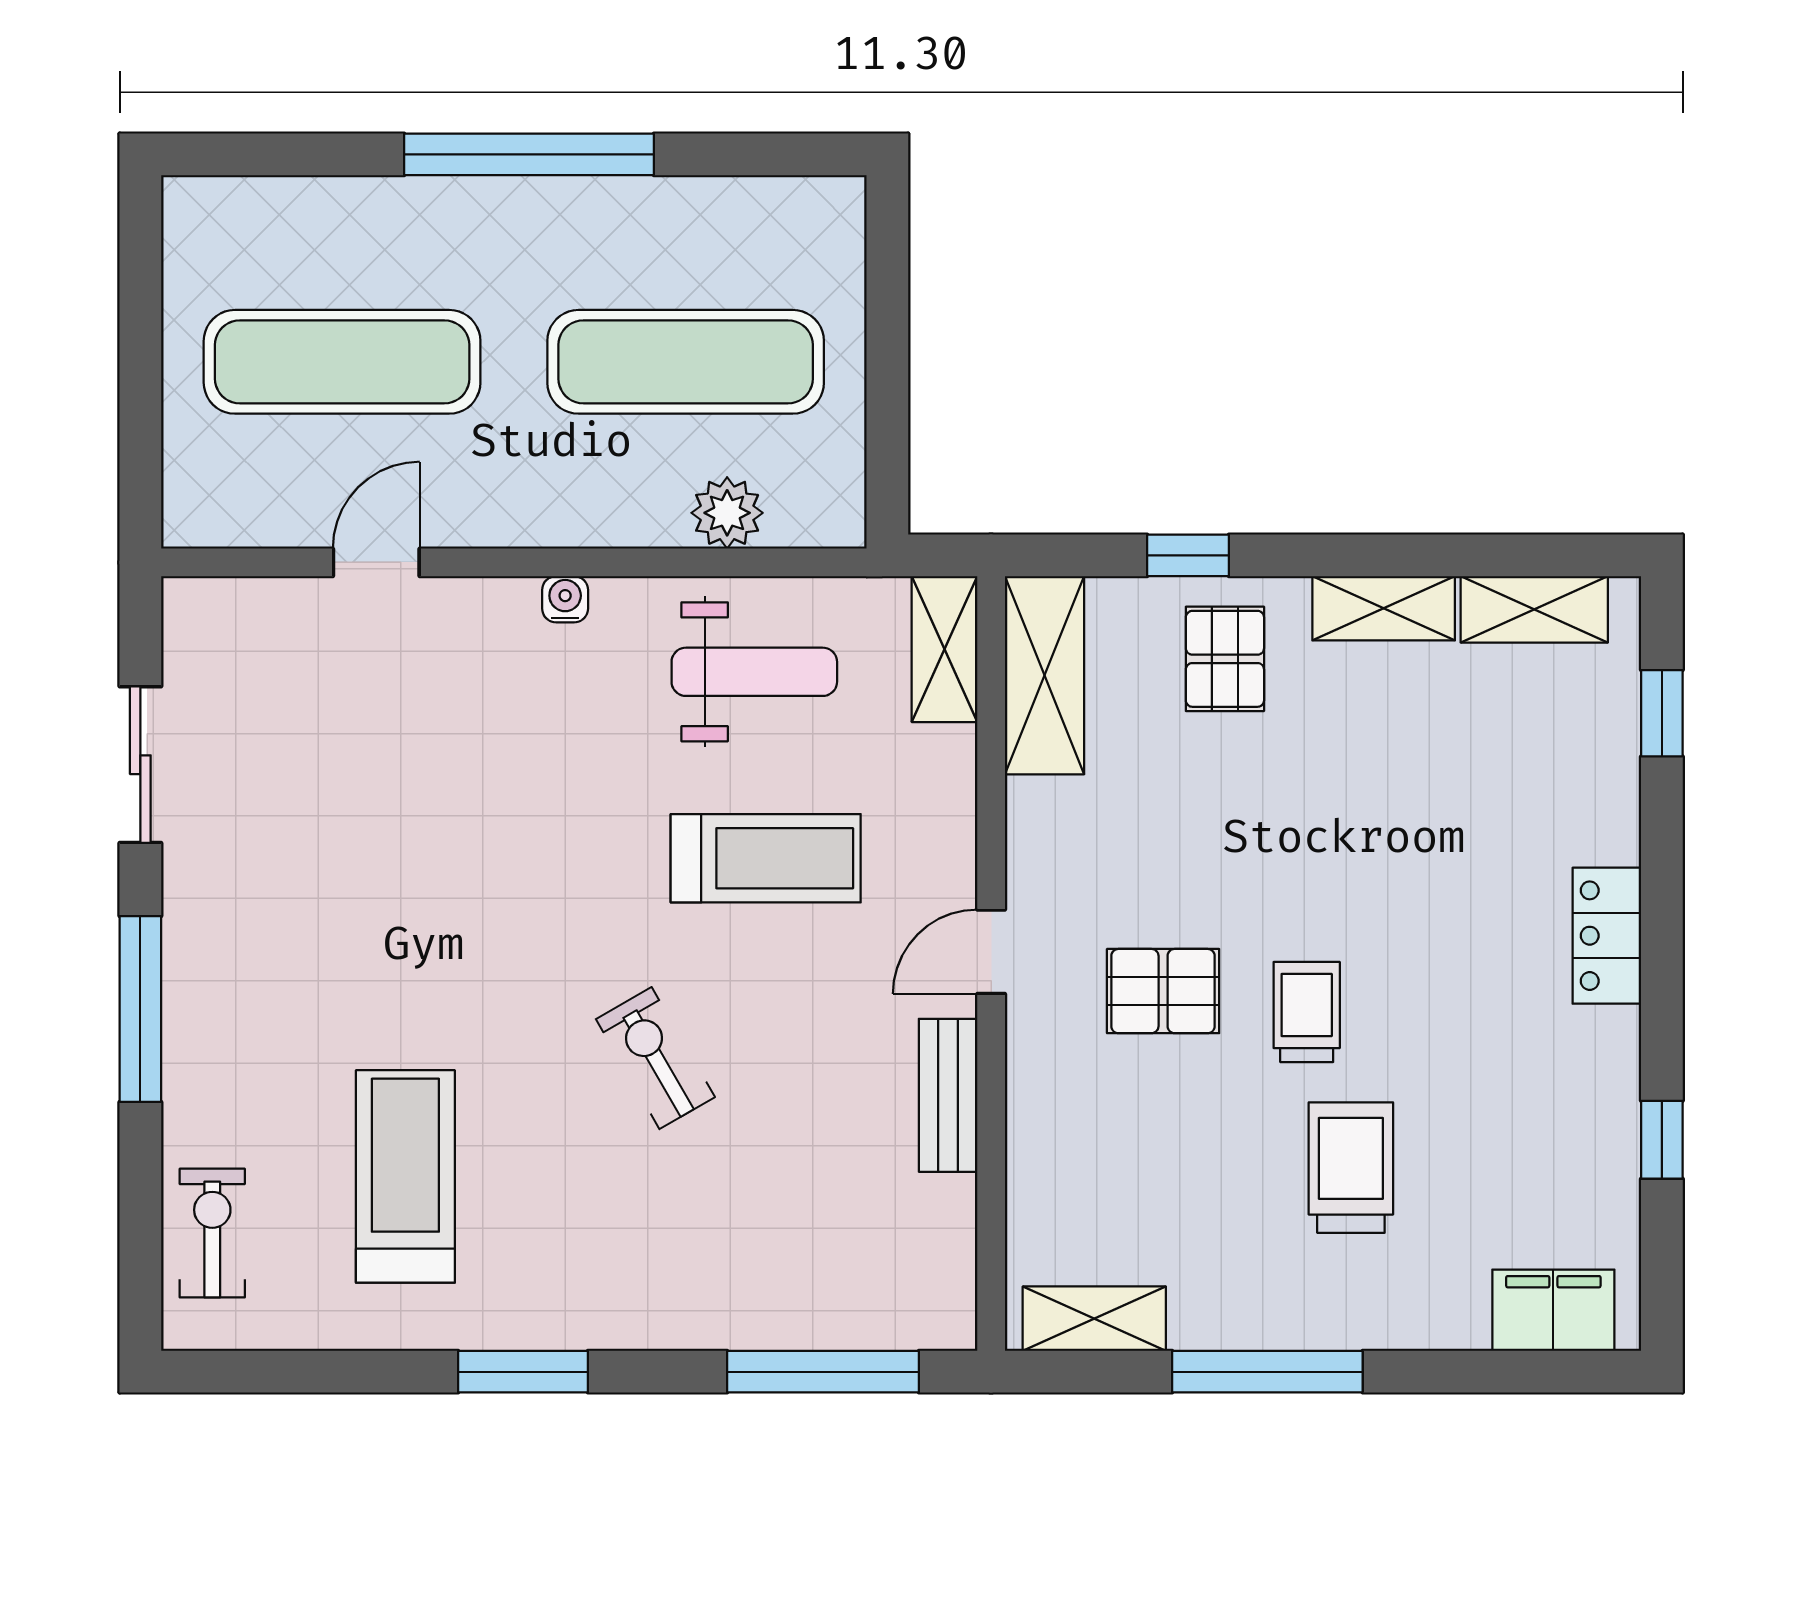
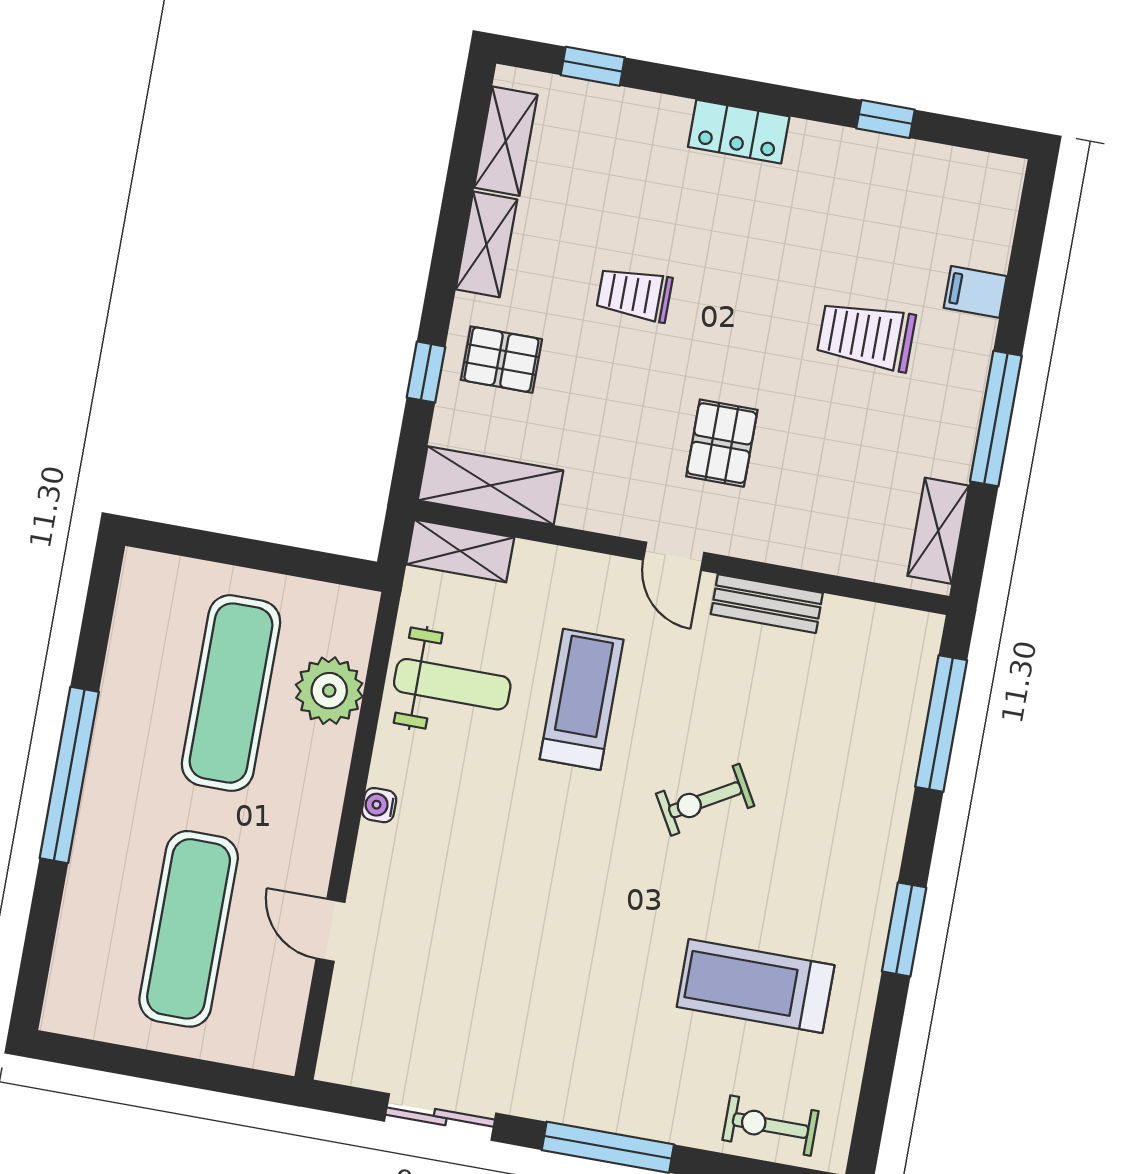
plant: (727, 513) -> (329, 691), width x1.36, depth x1.36
weight bench: (754, 672) -> (452, 684), turned 90
trolley: (1307, 1012) -> (634, 294), moved
filing cabinet: (1553, 1310) -> (975, 292), moved, width x0.50

